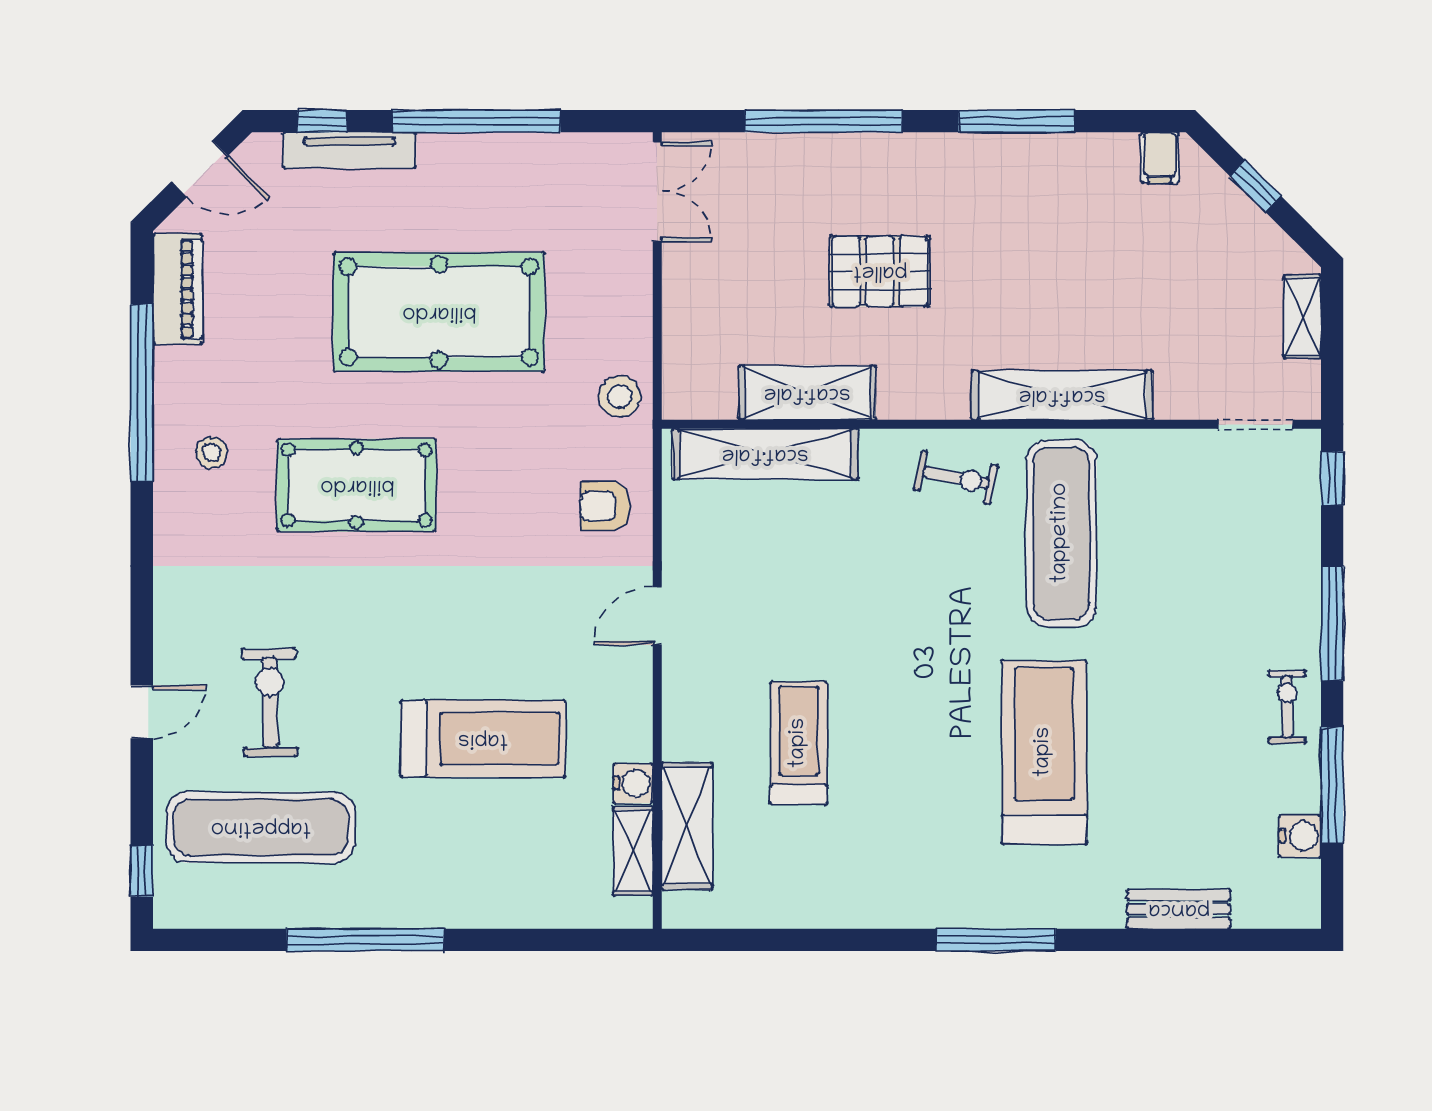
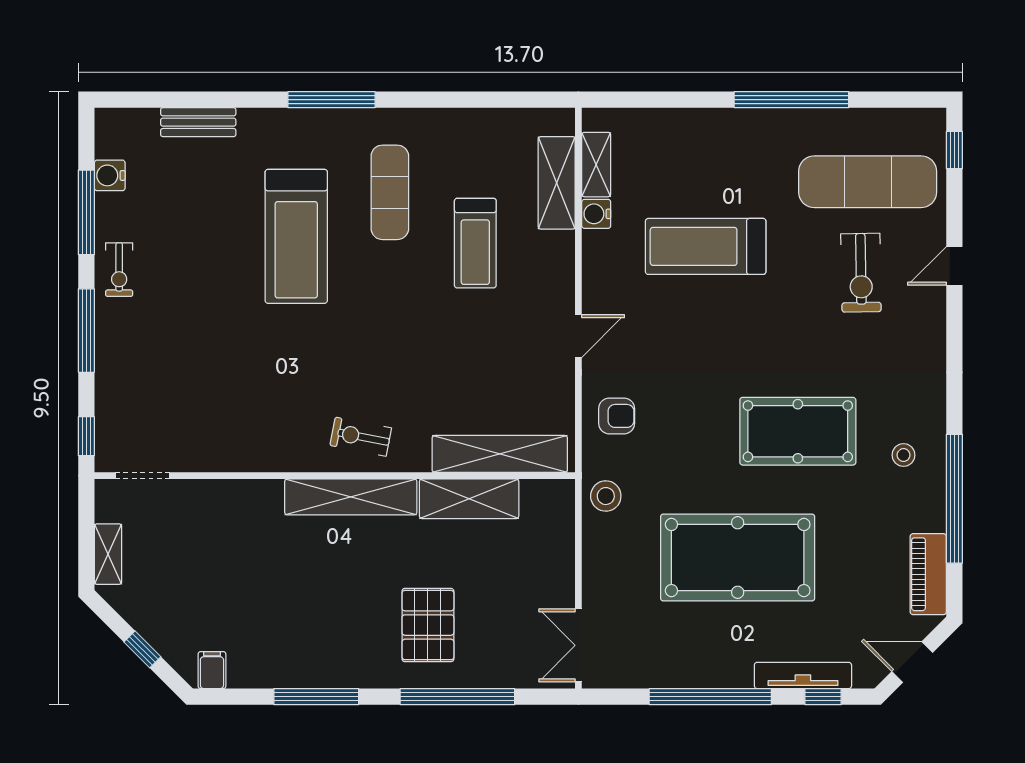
pallet: (880, 271) -> (428, 625), moved, turned 90
shelving: (1062, 395) -> (351, 497), moved
exercise mat: (1061, 533) -> (390, 192), moved, width x0.73, depth x0.69

